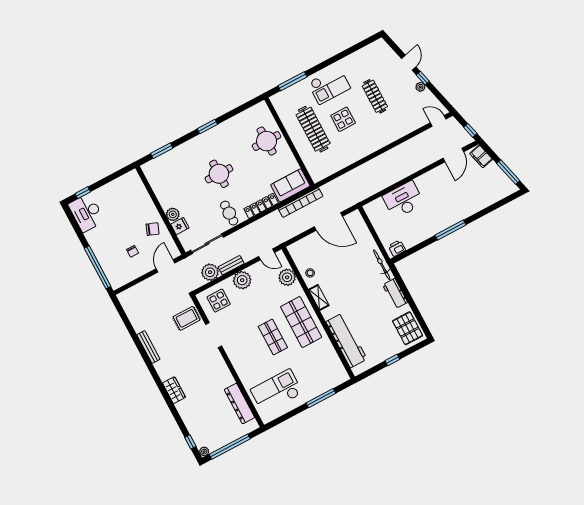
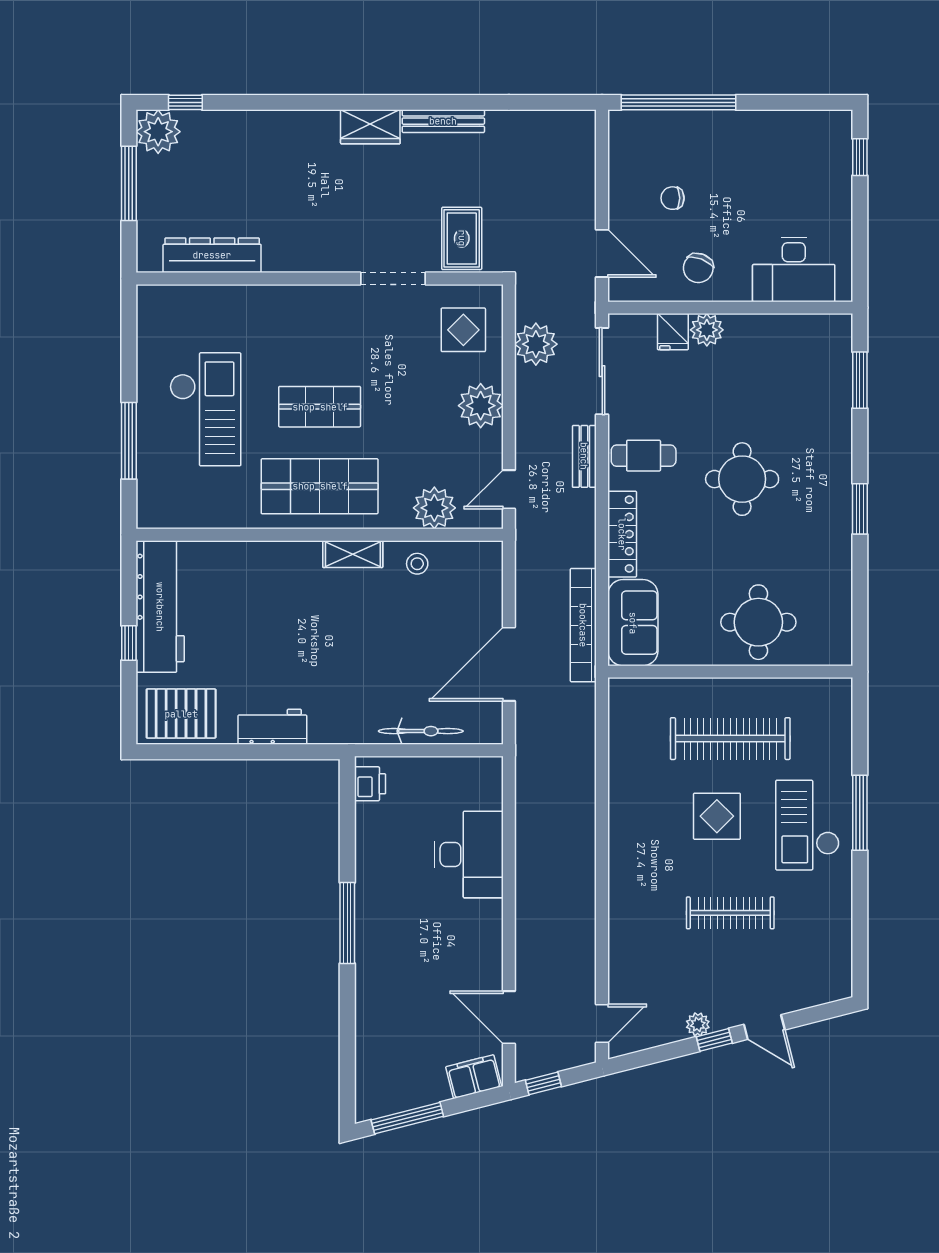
window: (292, 81) -> (860, 813), moved
desk: (86, 213) -> (794, 270), moved, turned 180
bench: (231, 265) -> (584, 456), moved
bicycle: (382, 265) -> (421, 731), moved
workbench: (346, 340) -> (160, 607), moved, turned -90
wardrobe: (174, 390) -> (370, 127), moved
checkout: (277, 391) -> (205, 409), moved
window: (230, 447) -> (129, 183), width x0.68
plant: (204, 452) -> (158, 132), width x1.88, depth x1.88

